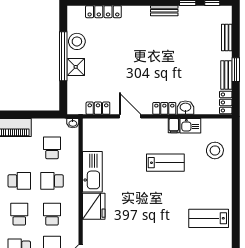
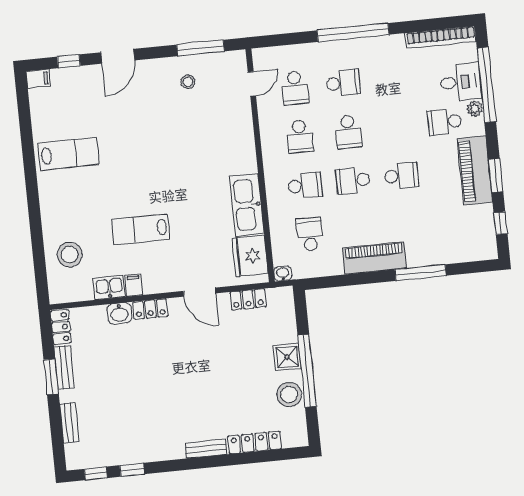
bench: (164, 11) -> (206, 449), moved
school desk: (52, 148) -> (310, 234), turned 180
fridge: (94, 206) -> (250, 256), moved

